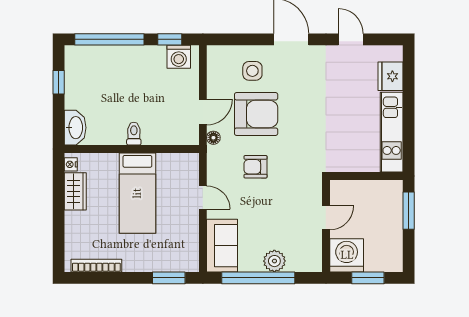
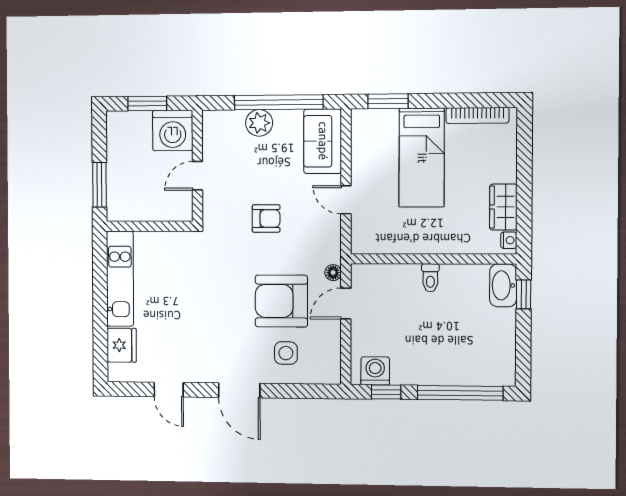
window: (59, 82) -> (524, 294), moved
armchair: (256, 167) -> (266, 218), moved
bed: (137, 193) -> (422, 158), moved, turned 180

